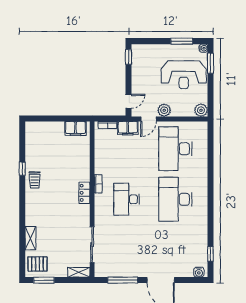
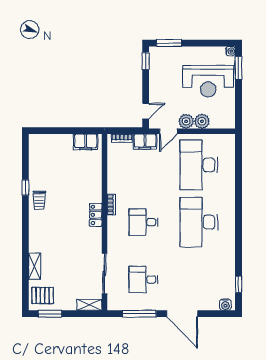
window: (182, 41) -> (169, 43), moved
plant: (201, 110) -> (202, 121), moved
desk: (127, 199) -> (144, 222), width x0.73
desk: (127, 250) -> (144, 279), added

